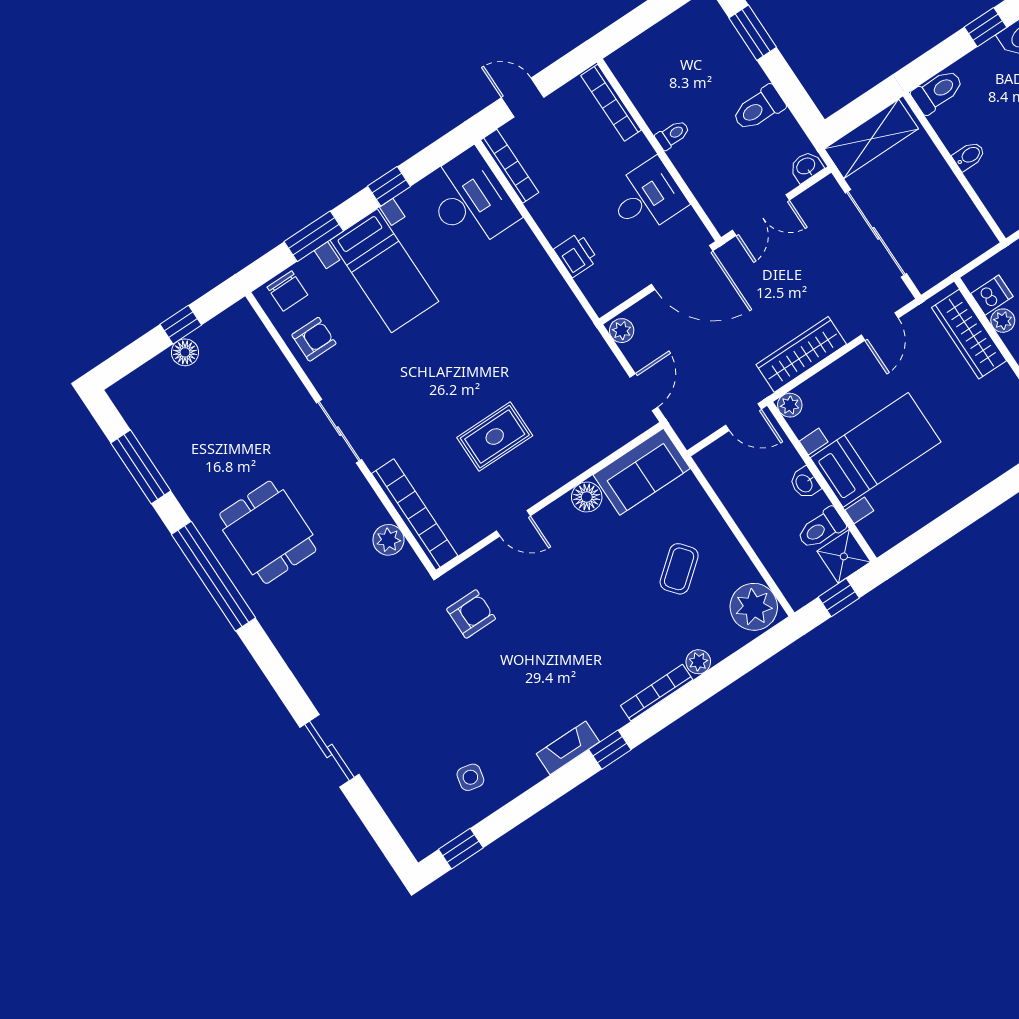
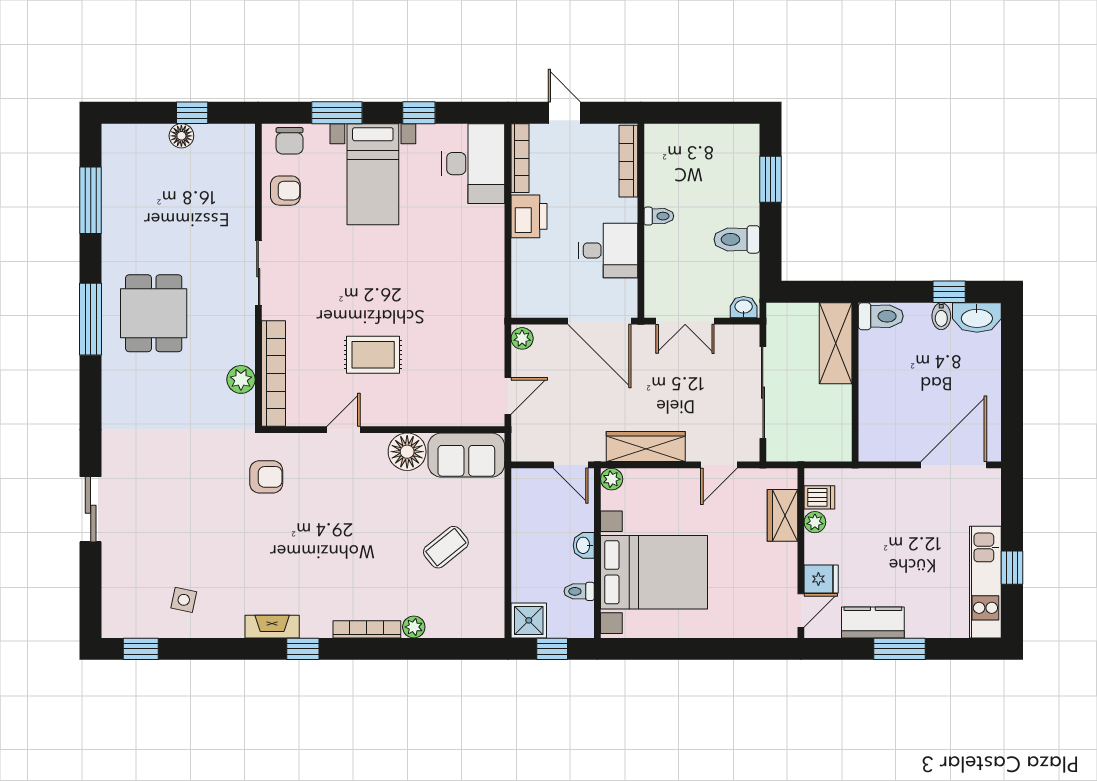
shelving: (871, 139) -> (836, 343), moved, turned 90
bidet: (969, 156) -> (941, 316), moved, turned 90
printer: (576, 255) -> (529, 216), moved, width x1.36, depth x1.24
wardrobe: (969, 334) -> (783, 515), width x0.67
bed with nightstands: (876, 450) -> (654, 572), width x1.36
floor lamp: (587, 497) -> (407, 452), width x1.38, depth x1.38
door: (513, 523) -> (344, 430), swing flipped
toilet: (821, 529) -> (579, 591), width x0.73, depth x0.72
shower: (844, 556) -> (529, 620), moved
window: (213, 576) -> (91, 319), width x0.68
plant: (754, 607) -> (483, 613), removed

